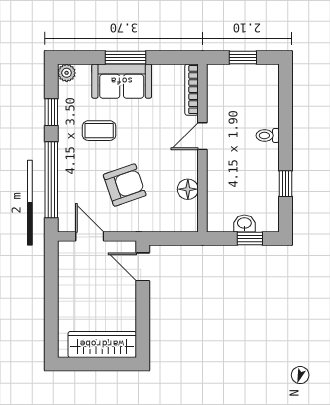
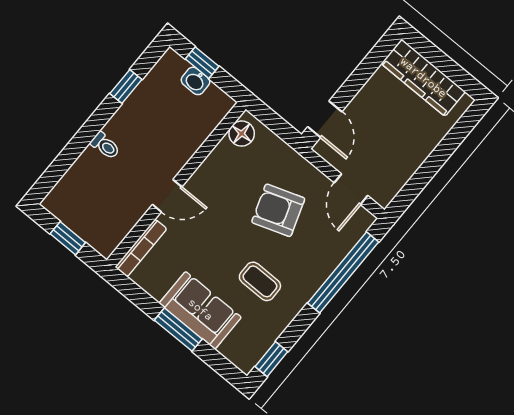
plant: (67, 73) -> (246, 361), removed
window: (51, 112) -> (271, 359), moved
floor lamp: (188, 189) -> (242, 134), moved

